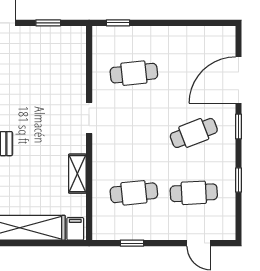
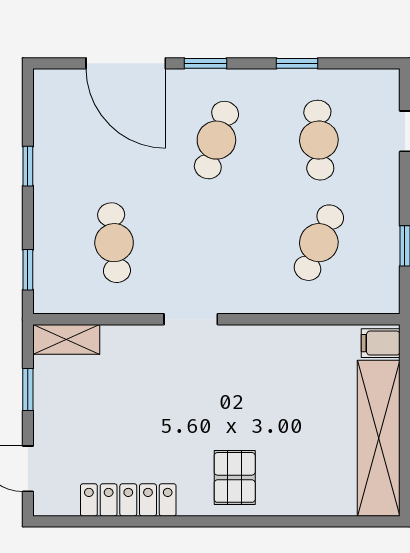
window: (179, 23) -> (28, 166), added
cafe table: (194, 133) -> (216, 140), turned 39
shelving: (77, 174) -> (66, 339), moved
cafe table: (134, 193) -> (319, 243), turned 30

